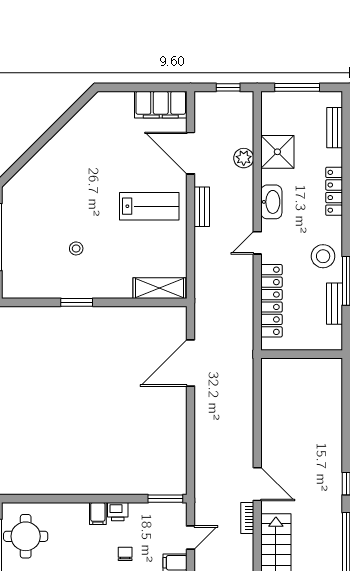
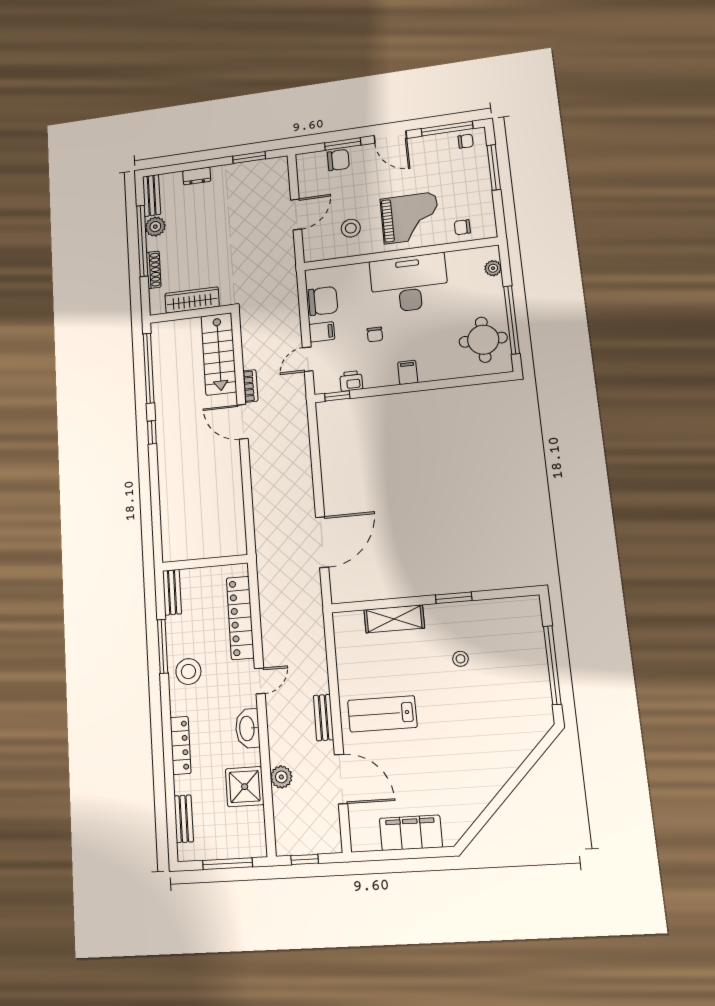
filing cabinet: (161, 105) -> (411, 833), moved
shelving: (159, 288) -> (394, 619), moved
bench: (335, 304) -> (172, 592), moved
window: (165, 499) -> (337, 396), width x0.67
printer: (118, 512) -> (351, 381), moved

